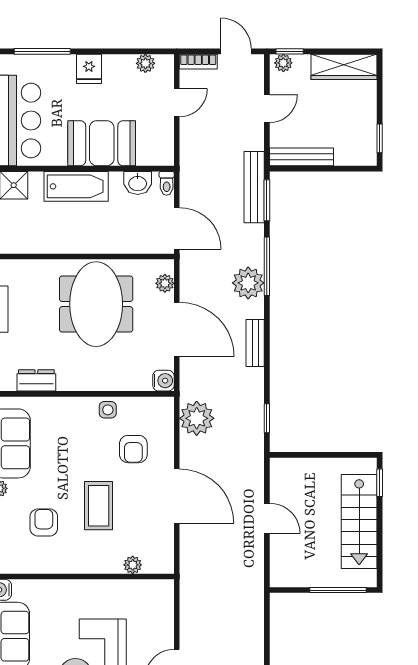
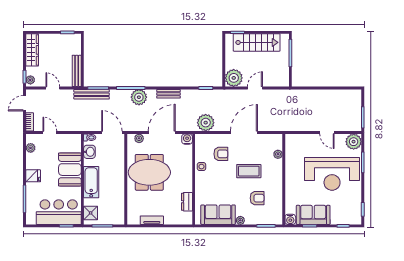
door: (177, 228) -> (112, 132), hinge flipped
plant: (287, 475) -> (234, 78), added
armchair: (44, 522) -> (257, 198), turned 180

